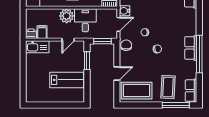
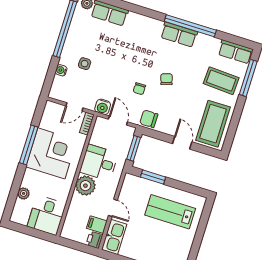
door: (68, 40) -> (113, 208), moved
lab bench: (67, 80) -> (170, 212), turned -90

